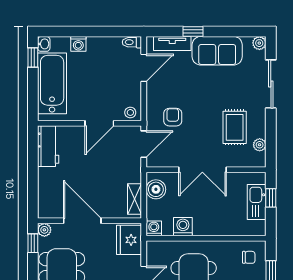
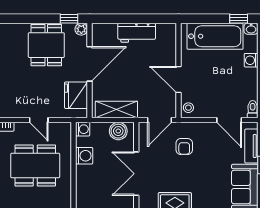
armchair: (173, 117) -> (184, 146), turned 90
door: (144, 144) -> (160, 120), hinge flipped
workbench: (48, 146) -> (137, 33), moved
shelving: (135, 199) -> (116, 109), width x1.50, depth x1.33
fridge: (129, 240) -> (76, 95), moved, turned -90

